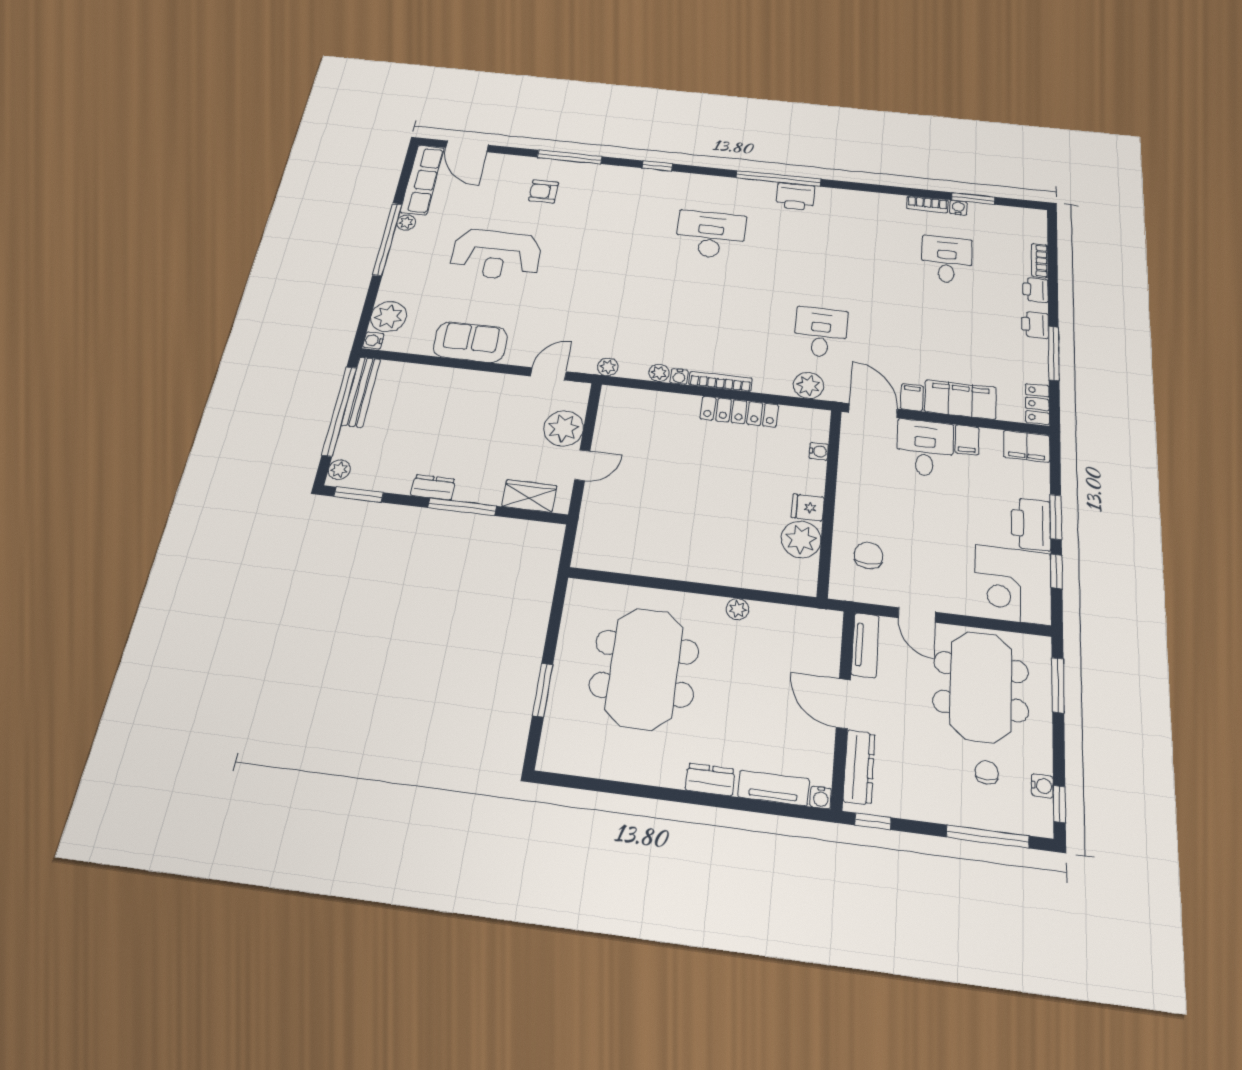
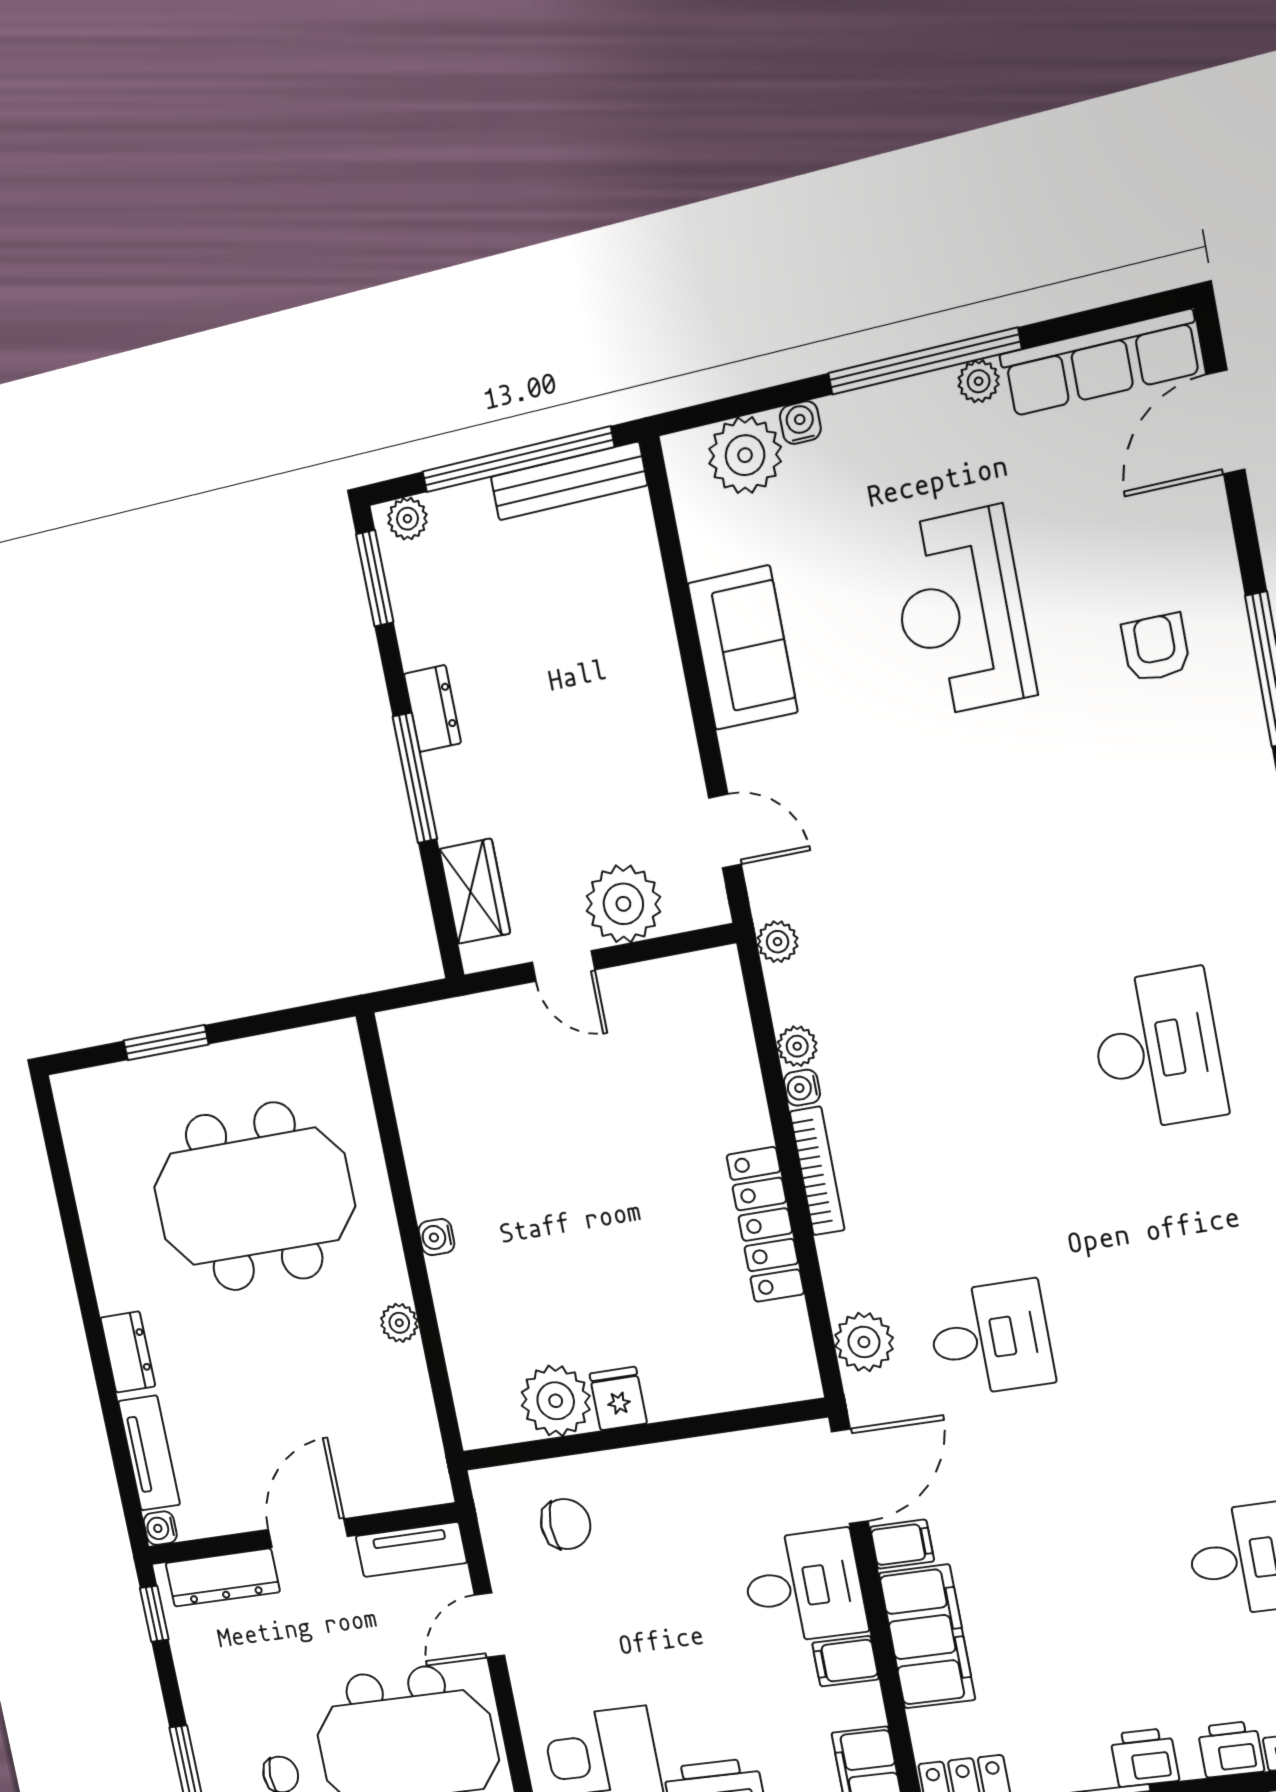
water cooler: (373, 340) -> (800, 423), moved
water cooler: (819, 451) -> (436, 1237), moved, turned 90

